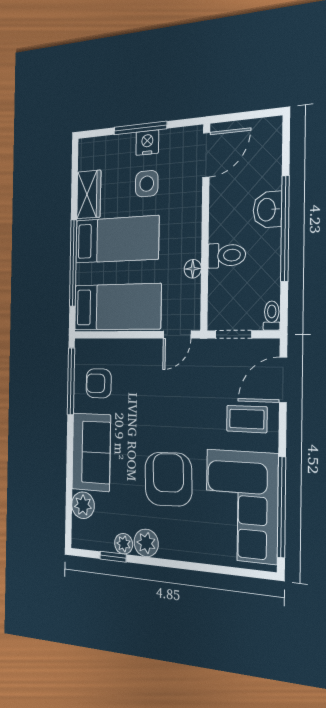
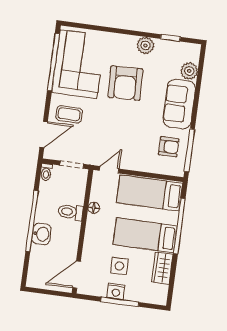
plant: (124, 544) -> (162, 46), removed

